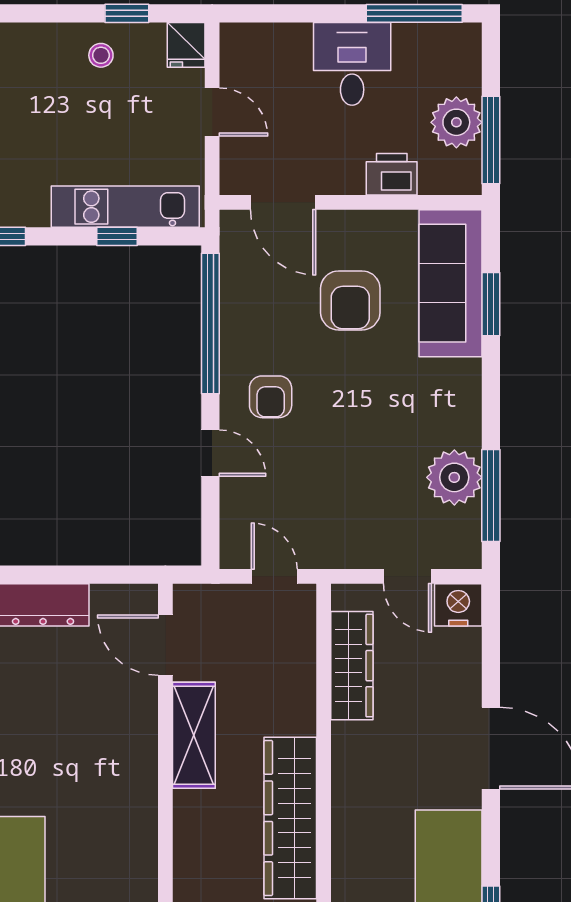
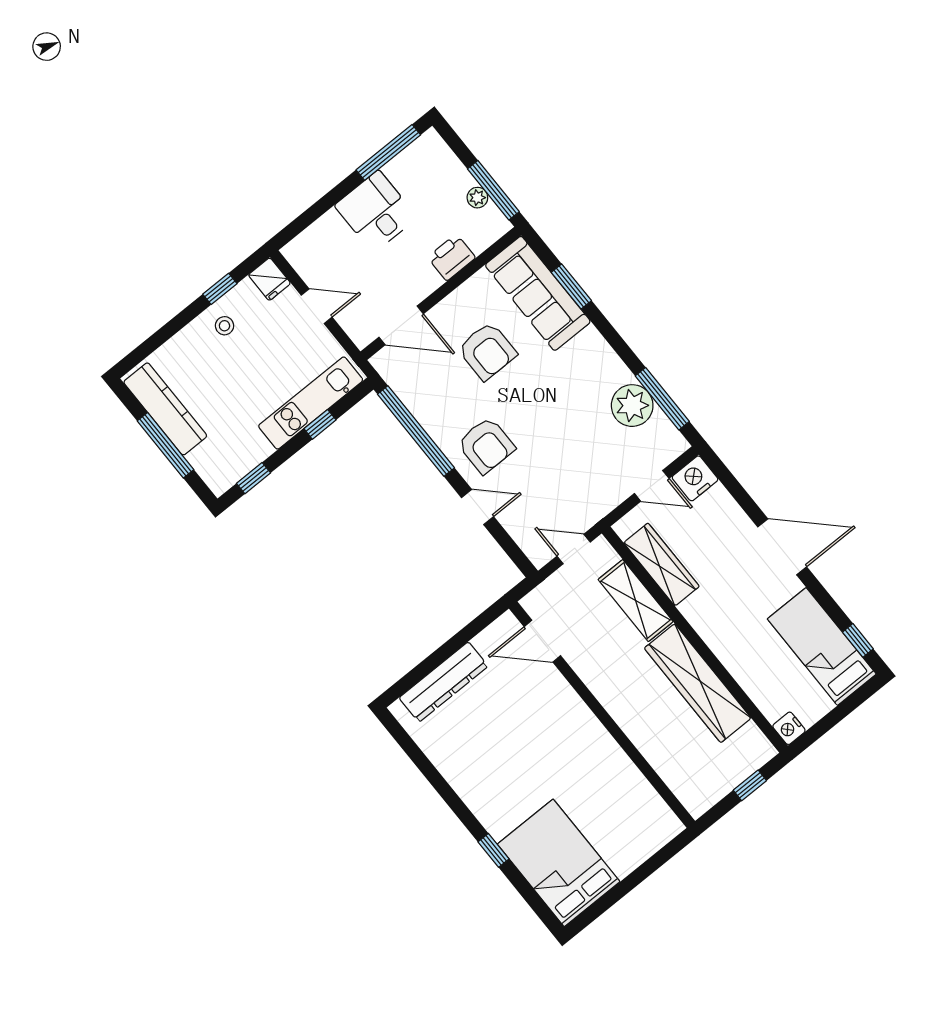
plant: (456, 122) -> (477, 198), width x0.53, depth x0.53
armchair: (271, 397) -> (486, 445), width x1.38, depth x1.38
shelving: (194, 735) -> (636, 601), moved

